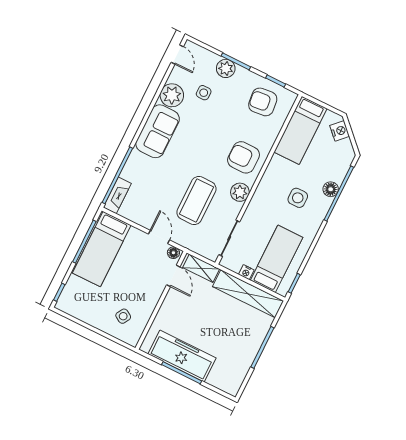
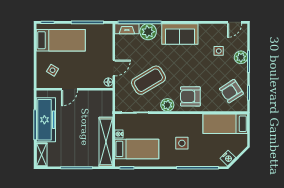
plant: (172, 95) -> (148, 32), moved
armchair: (263, 102) -> (231, 91), turned -117
nightstand: (340, 131) -> (228, 158), moved
armchair: (244, 157) -> (190, 96), turned -90
floor lamp: (331, 189) -> (198, 161), removed
coffee table: (196, 201) -> (148, 80), turned -31
bed: (102, 249) -> (61, 40), moved, turned 180
shelving: (201, 268) -> (42, 155), moved
door: (173, 276) -> (69, 89), moved

